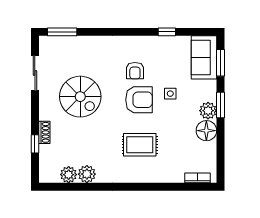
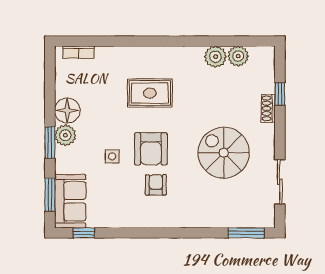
window: (167, 32) -> (84, 233), moved
armchair: (139, 100) -> (151, 149), turned -90

